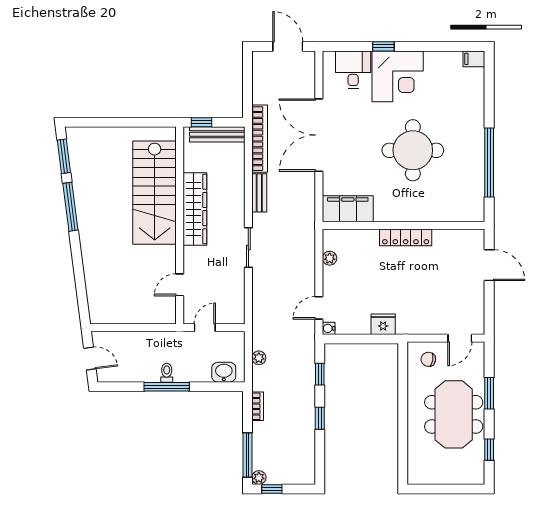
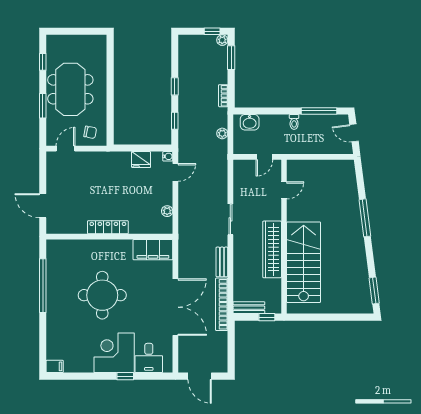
bench: (217, 134) -> (249, 308), width x0.73
window: (70, 207) -> (365, 218), moved
fridge: (383, 324) -> (141, 160), moved
window: (167, 387) -> (319, 111), moved
window: (248, 455) -> (231, 58), width x0.69

